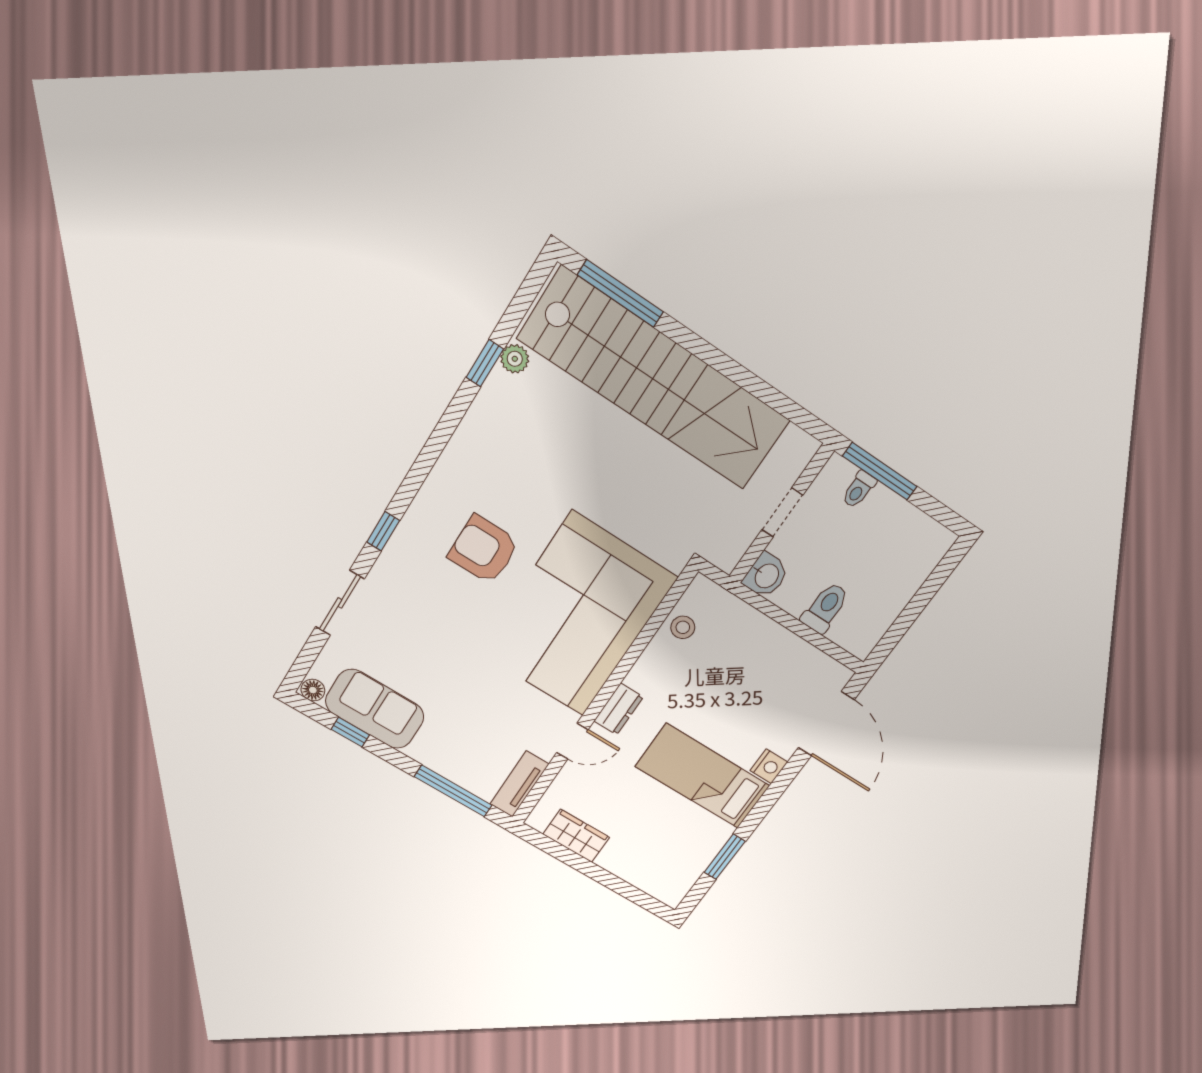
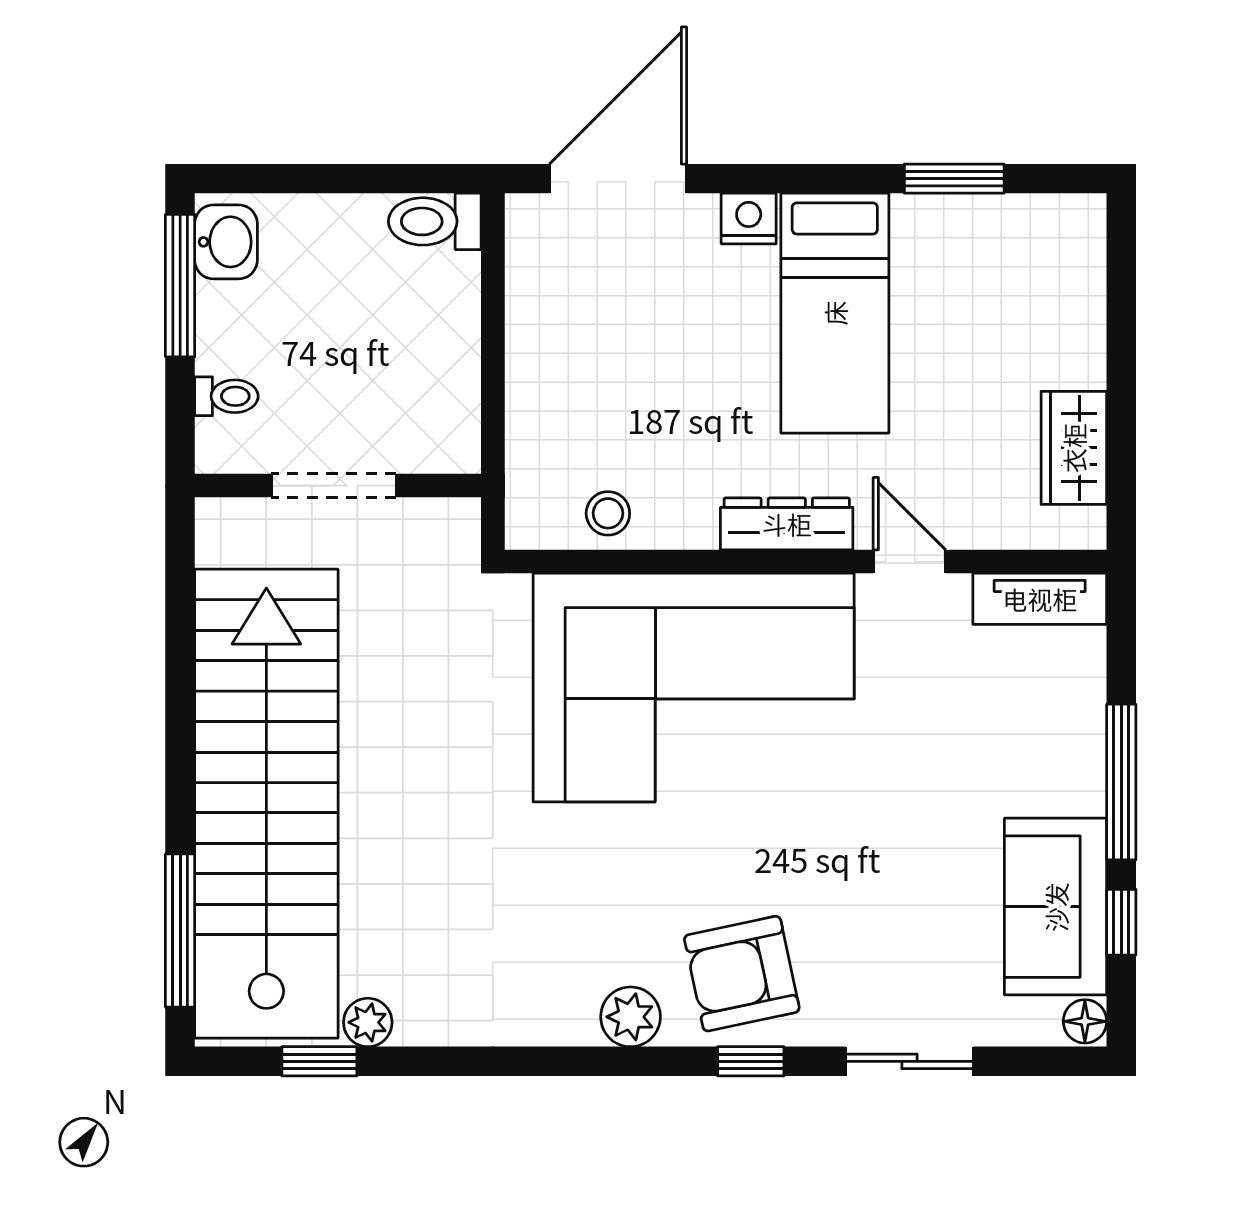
window: (485, 363) -> (319, 1061), moved
window: (880, 471) -> (180, 286), moved
plant: (439, 489) -> (631, 1017), added
doorway: (782, 512) -> (334, 486), width x1.38
armchair: (484, 550) -> (742, 974), moved, turned 78
washbasin: (766, 575) -> (226, 242), moved, turned 90
toilet: (825, 608) -> (435, 221), moved
dresser: (619, 709) -> (787, 524), width x1.44
window: (453, 791) -> (1121, 782), moved

